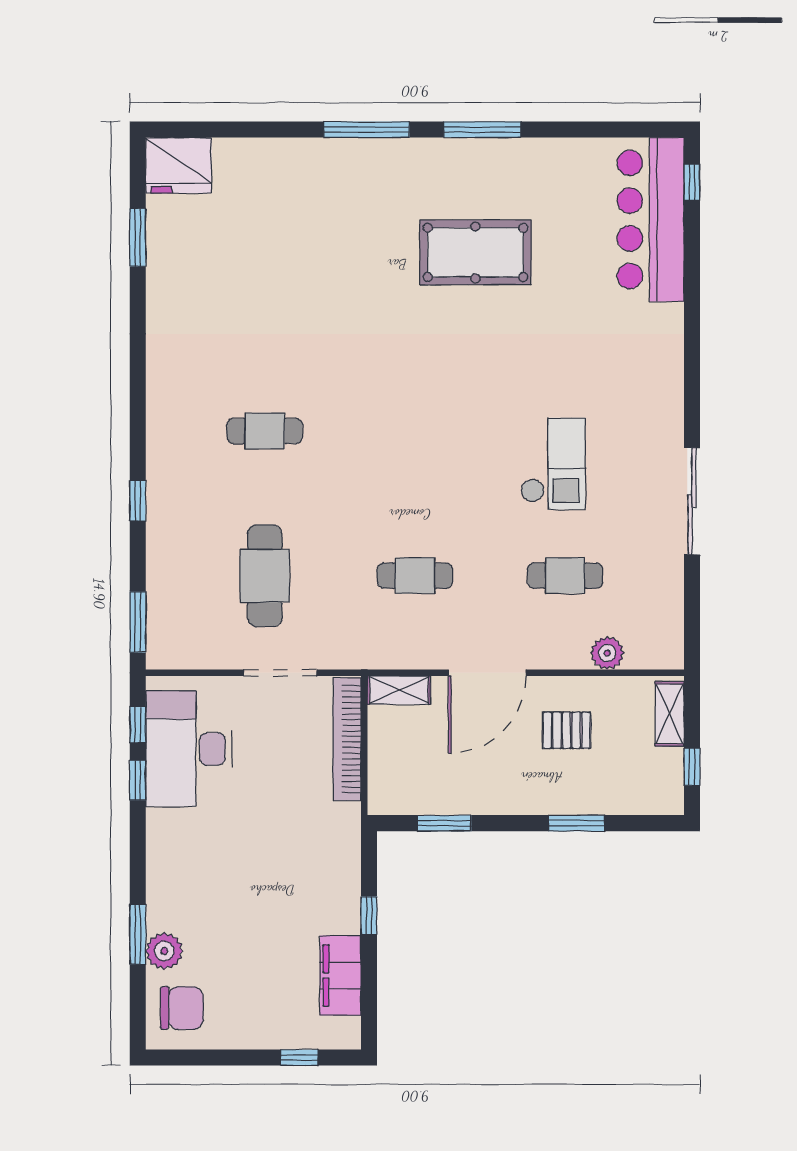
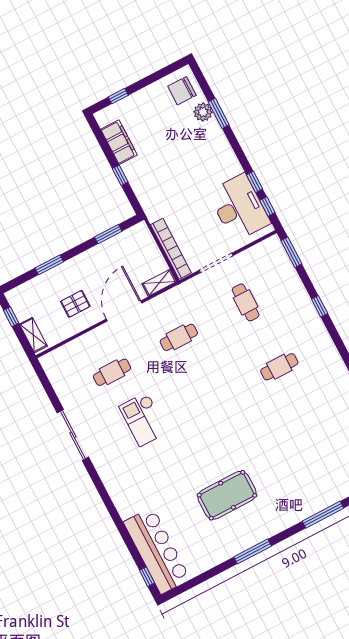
window: (367, 130) -> (323, 515), moved
cafe table: (265, 576) -> (246, 302), width x0.73, depth x0.74
plant: (607, 653) -> (75, 348), removed

